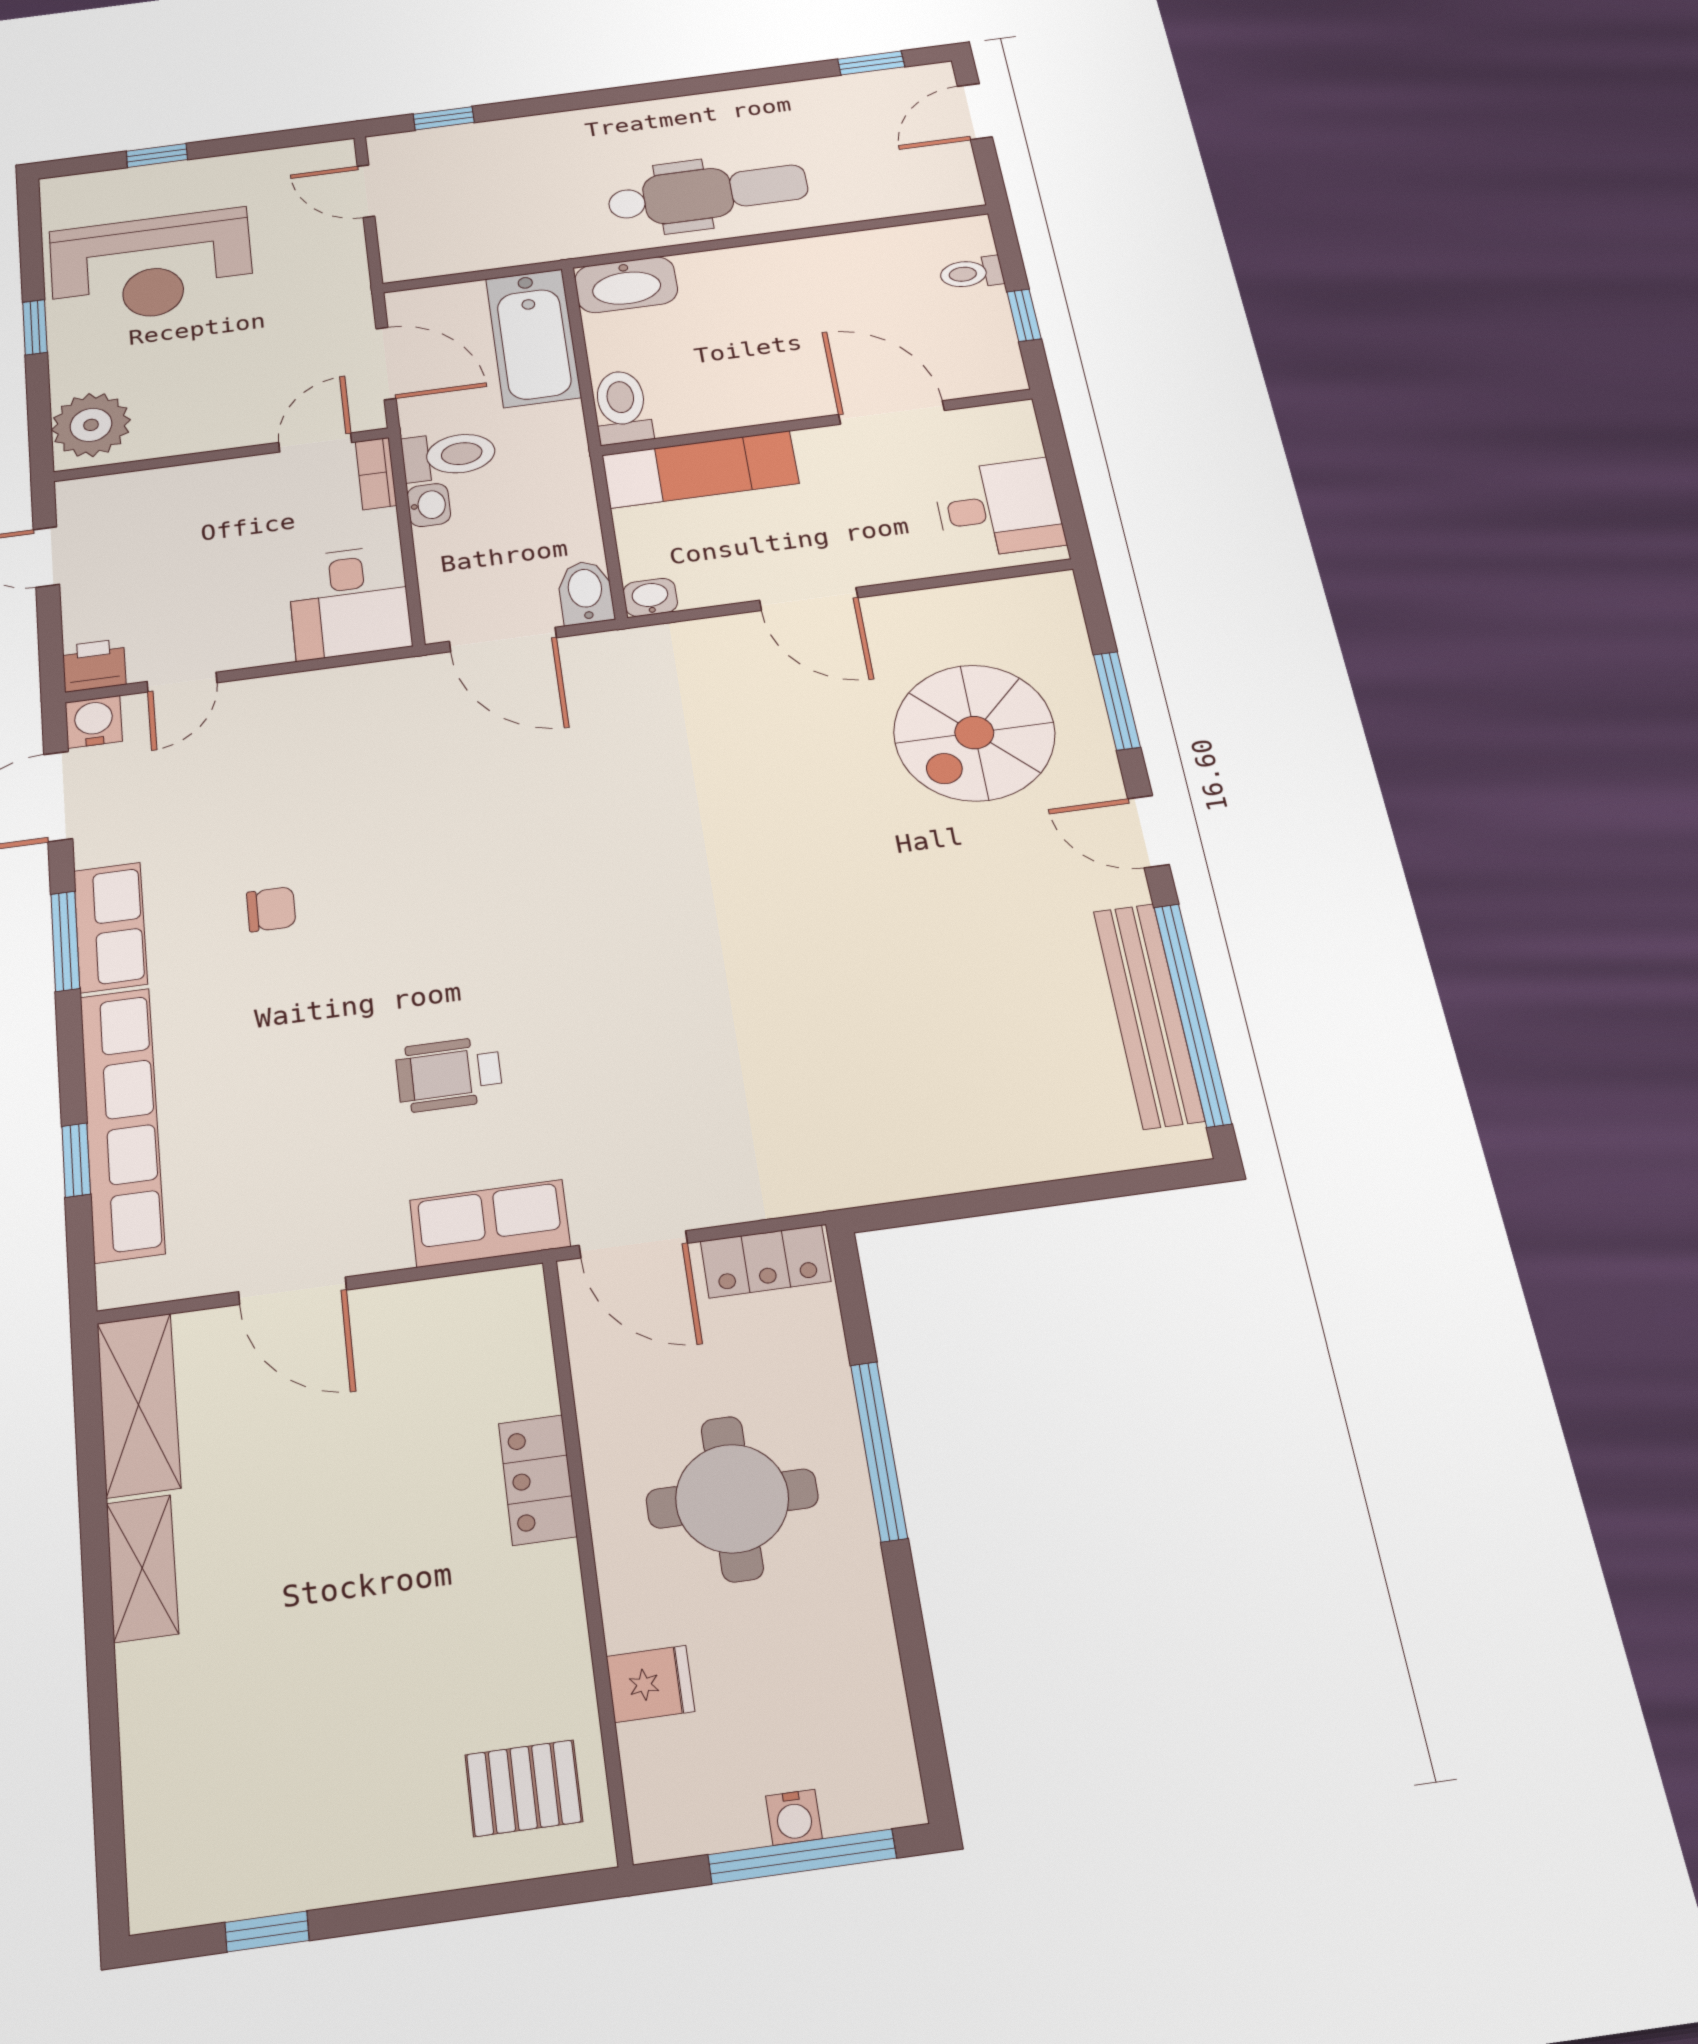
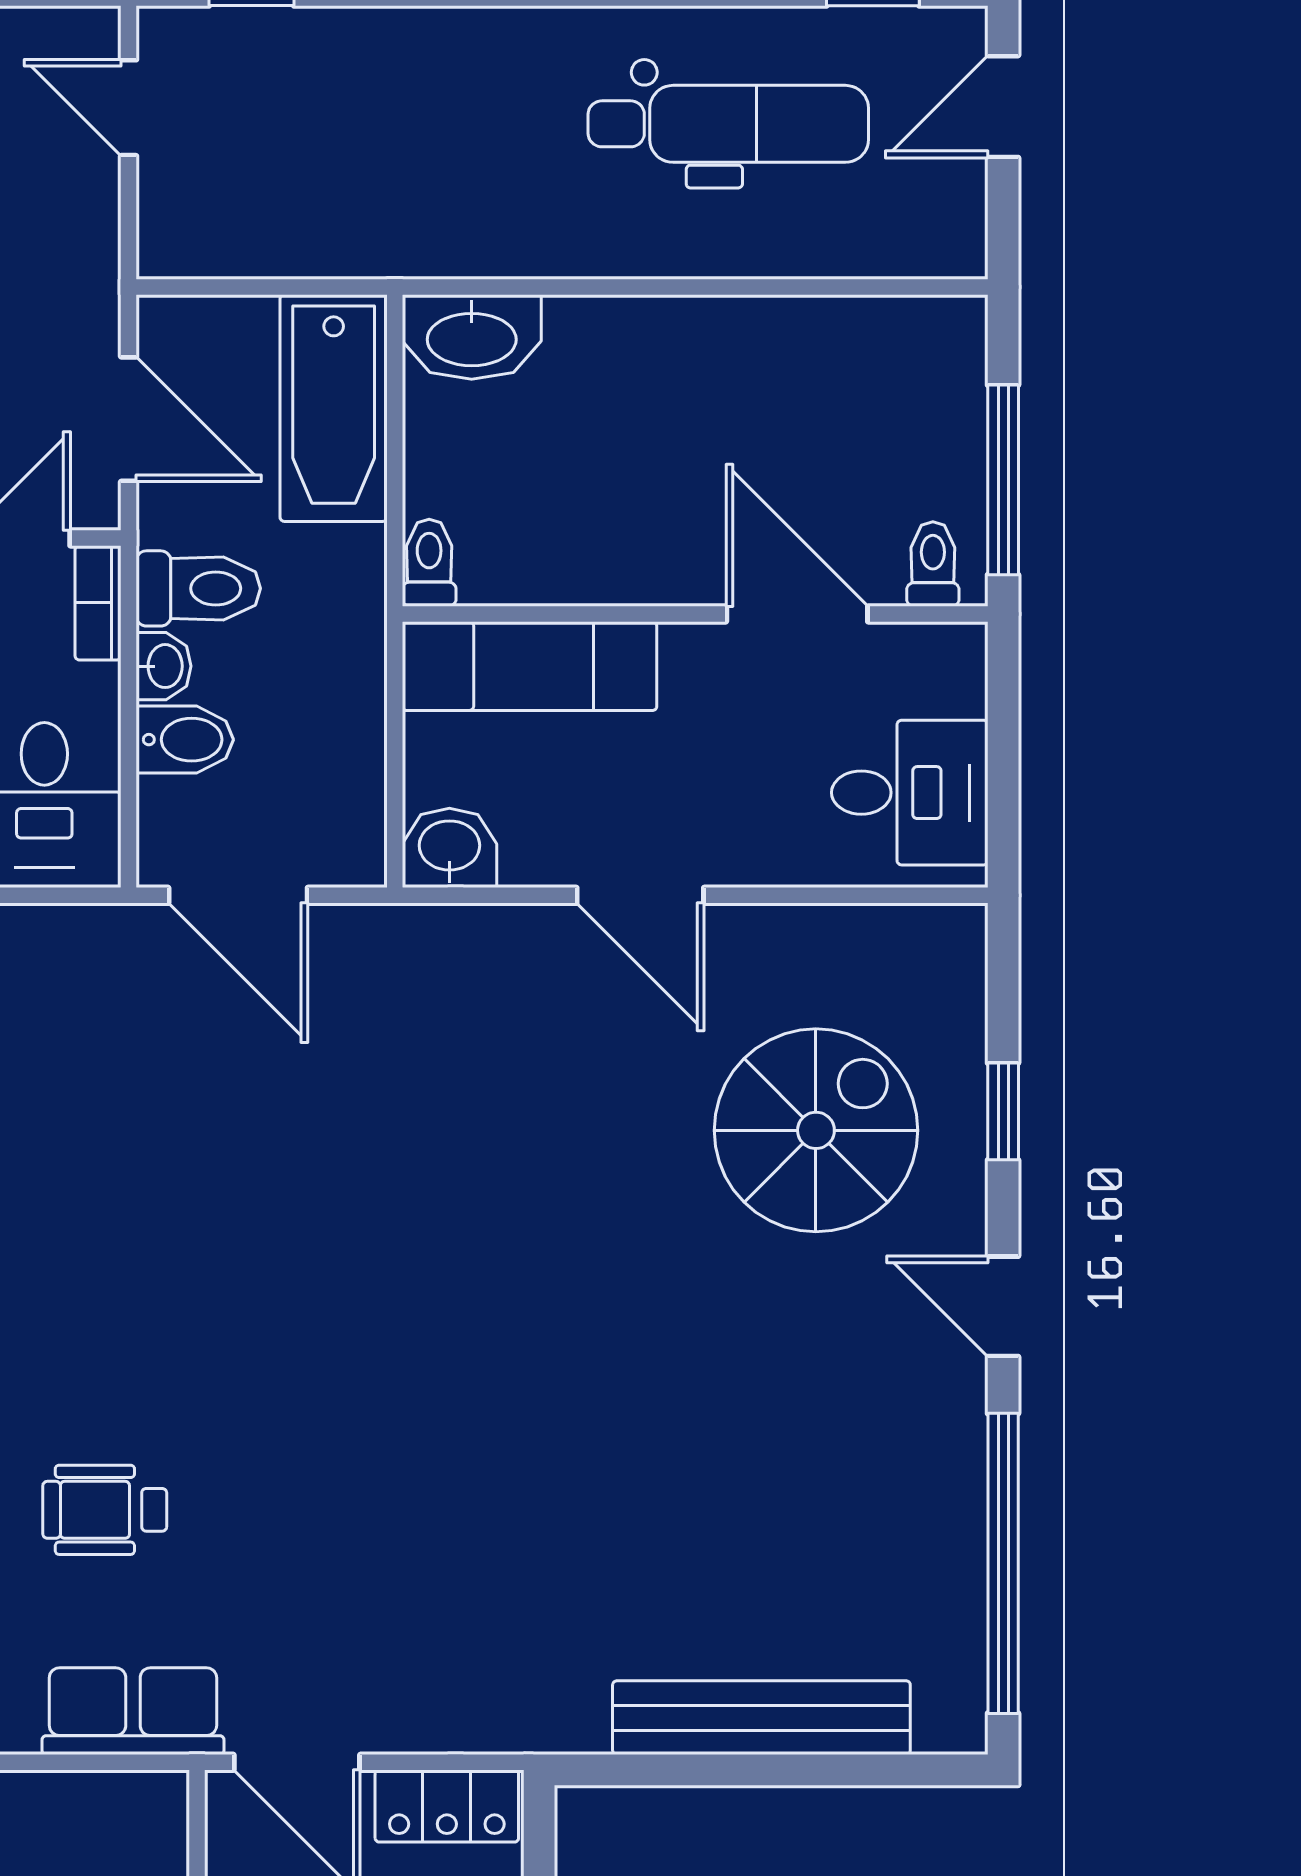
dental chair: (708, 193) -> (728, 124), moved
toilet: (971, 273) -> (933, 564), moved, turned 90
window: (1024, 315) -> (1003, 480), width x2.17
toilet: (622, 407) -> (429, 563), width x0.73, depth x0.72
bidet: (586, 592) -> (185, 740), moved, turned 90
washbasin: (650, 597) -> (449, 848), width x1.38, depth x1.45
window: (1117, 701) -> (1003, 1111), width x0.67
spiral stairs: (974, 733) -> (816, 1130), turned 180
bench: (1148, 1015) -> (761, 1718), moved, turned 90

